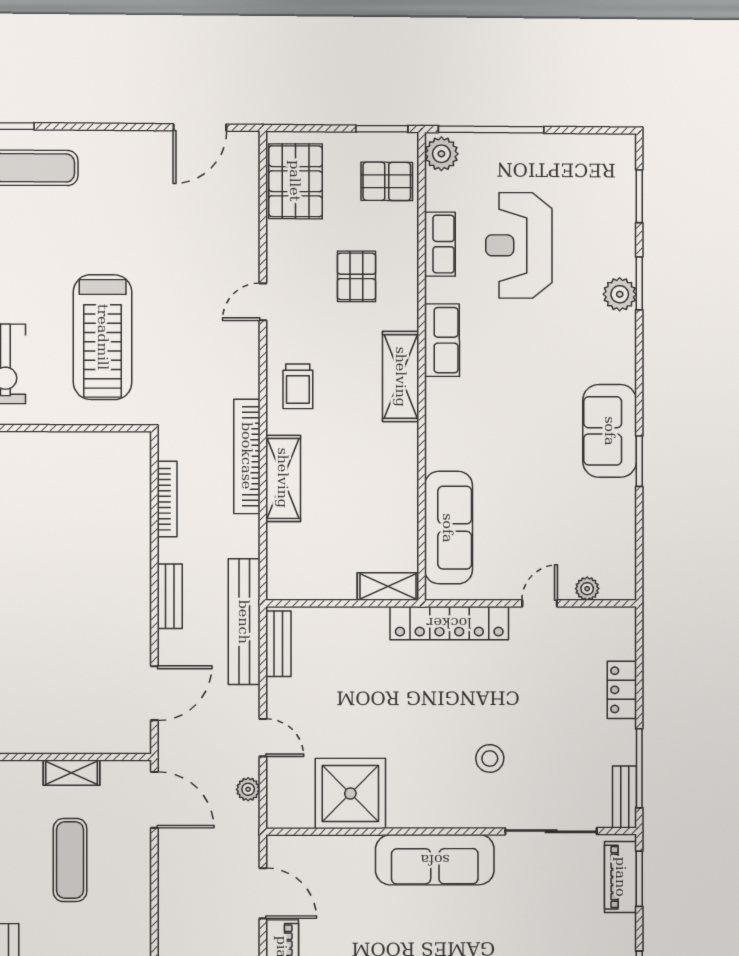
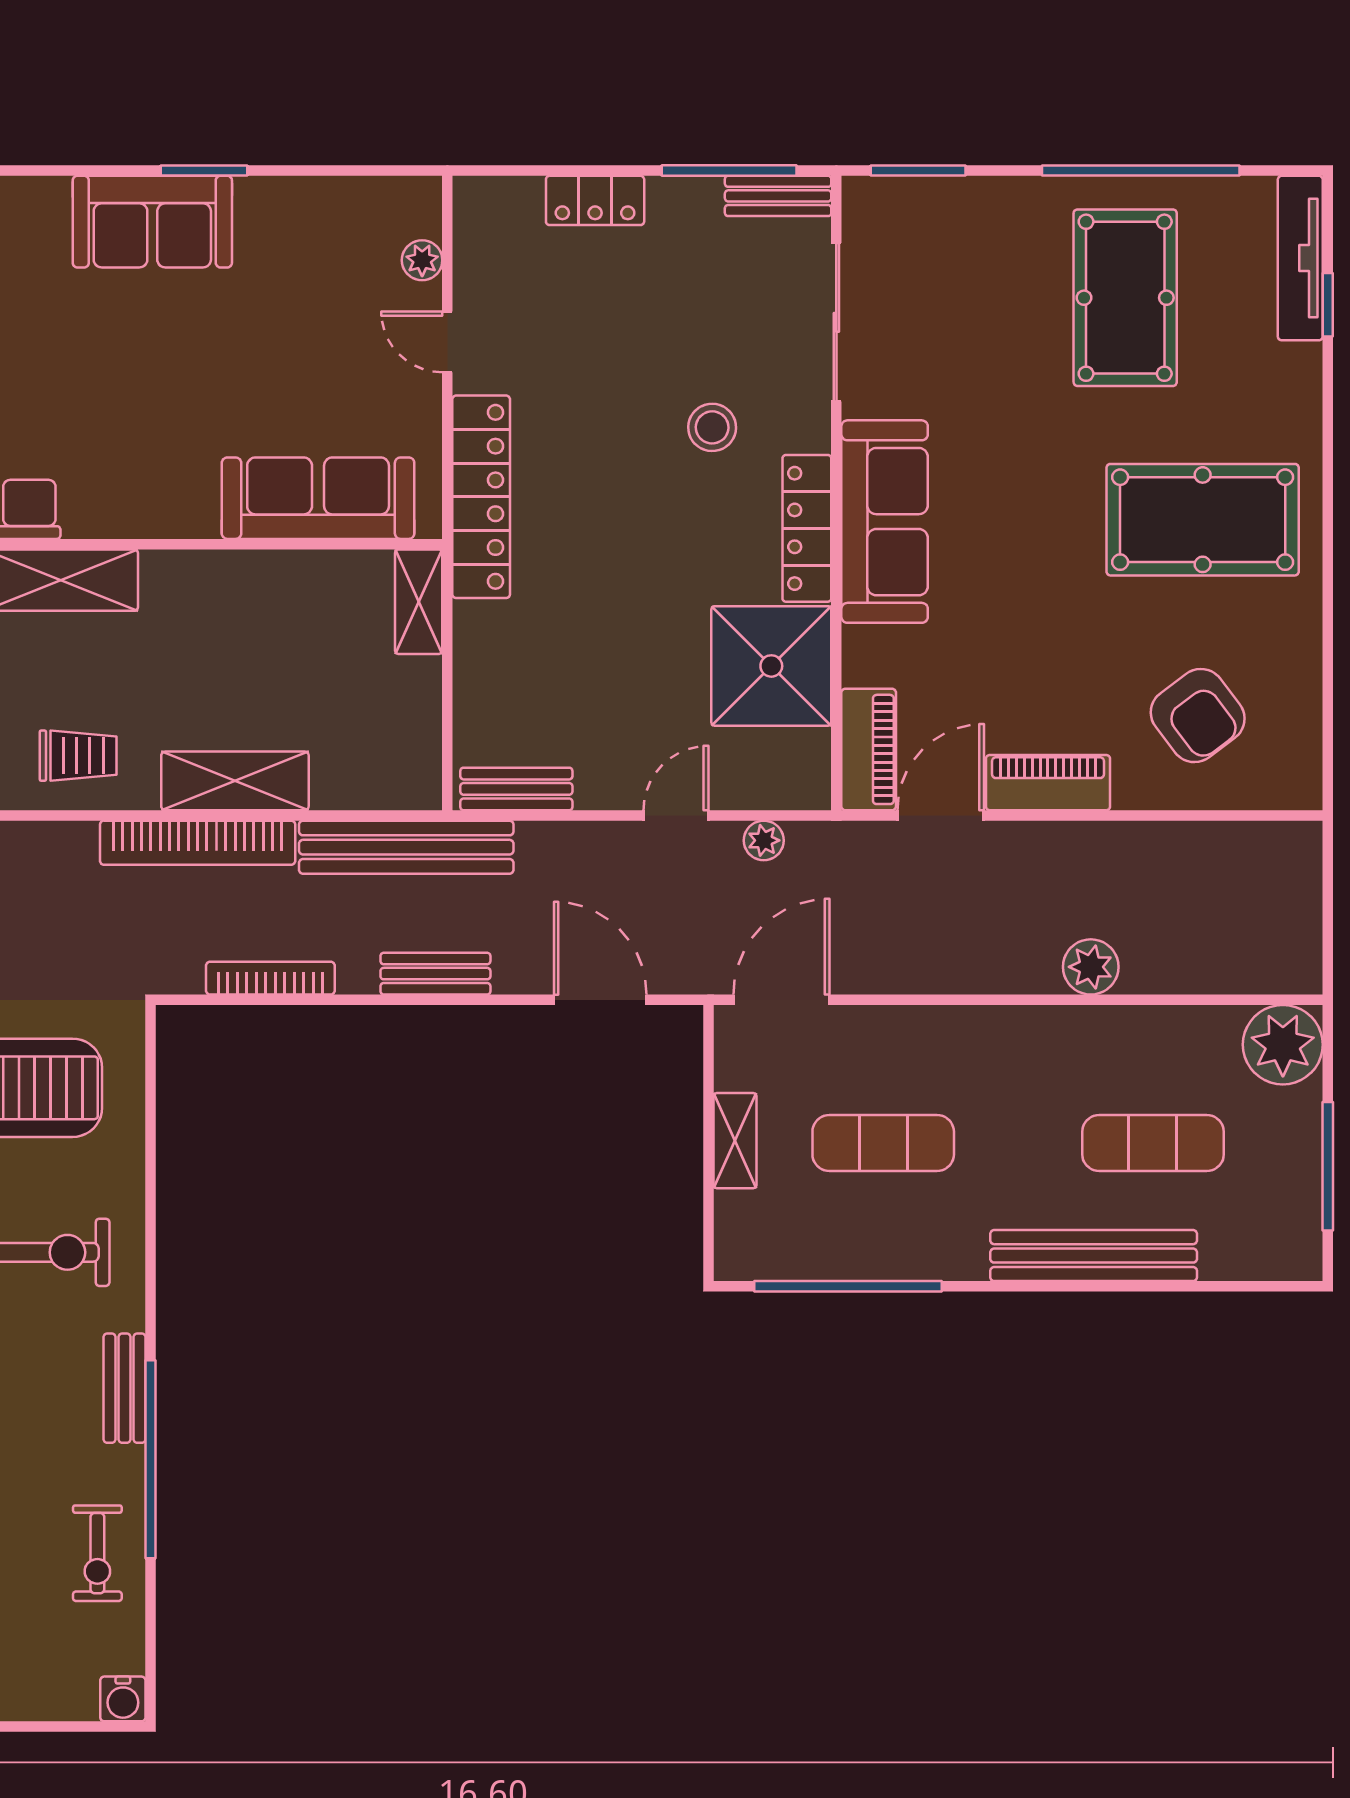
bench: (244, 622) -> (406, 847), moved
locker: (431, 814) -> (807, 528), added
piano: (621, 877) -> (869, 749), moved, turned -90

